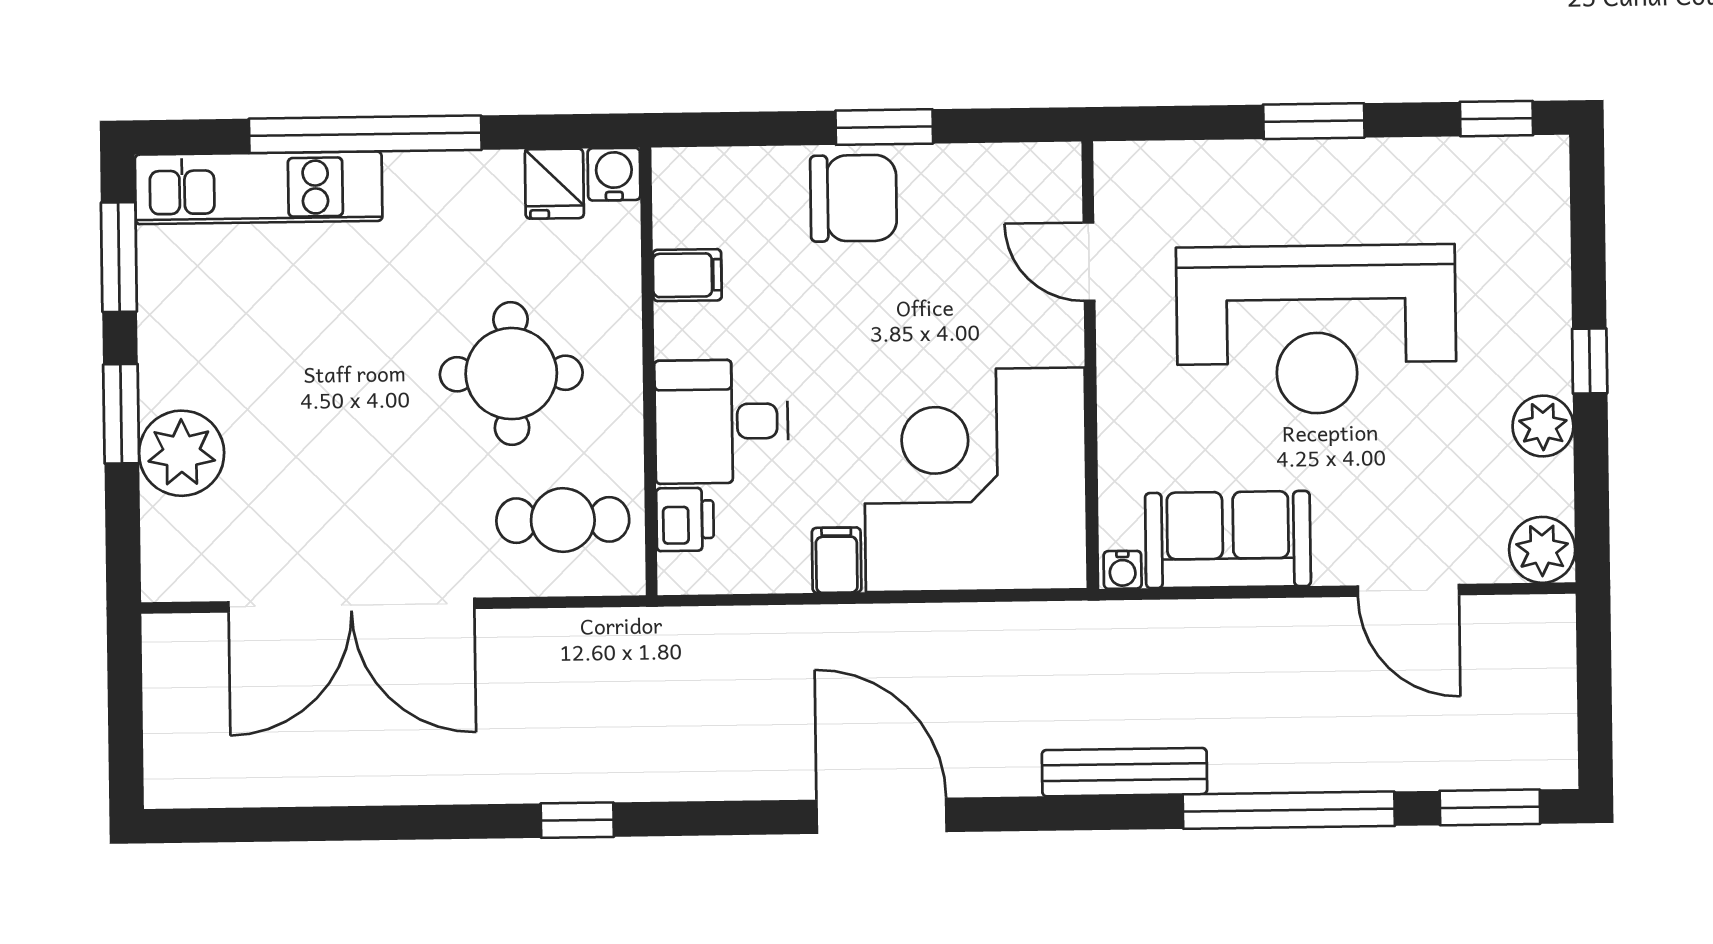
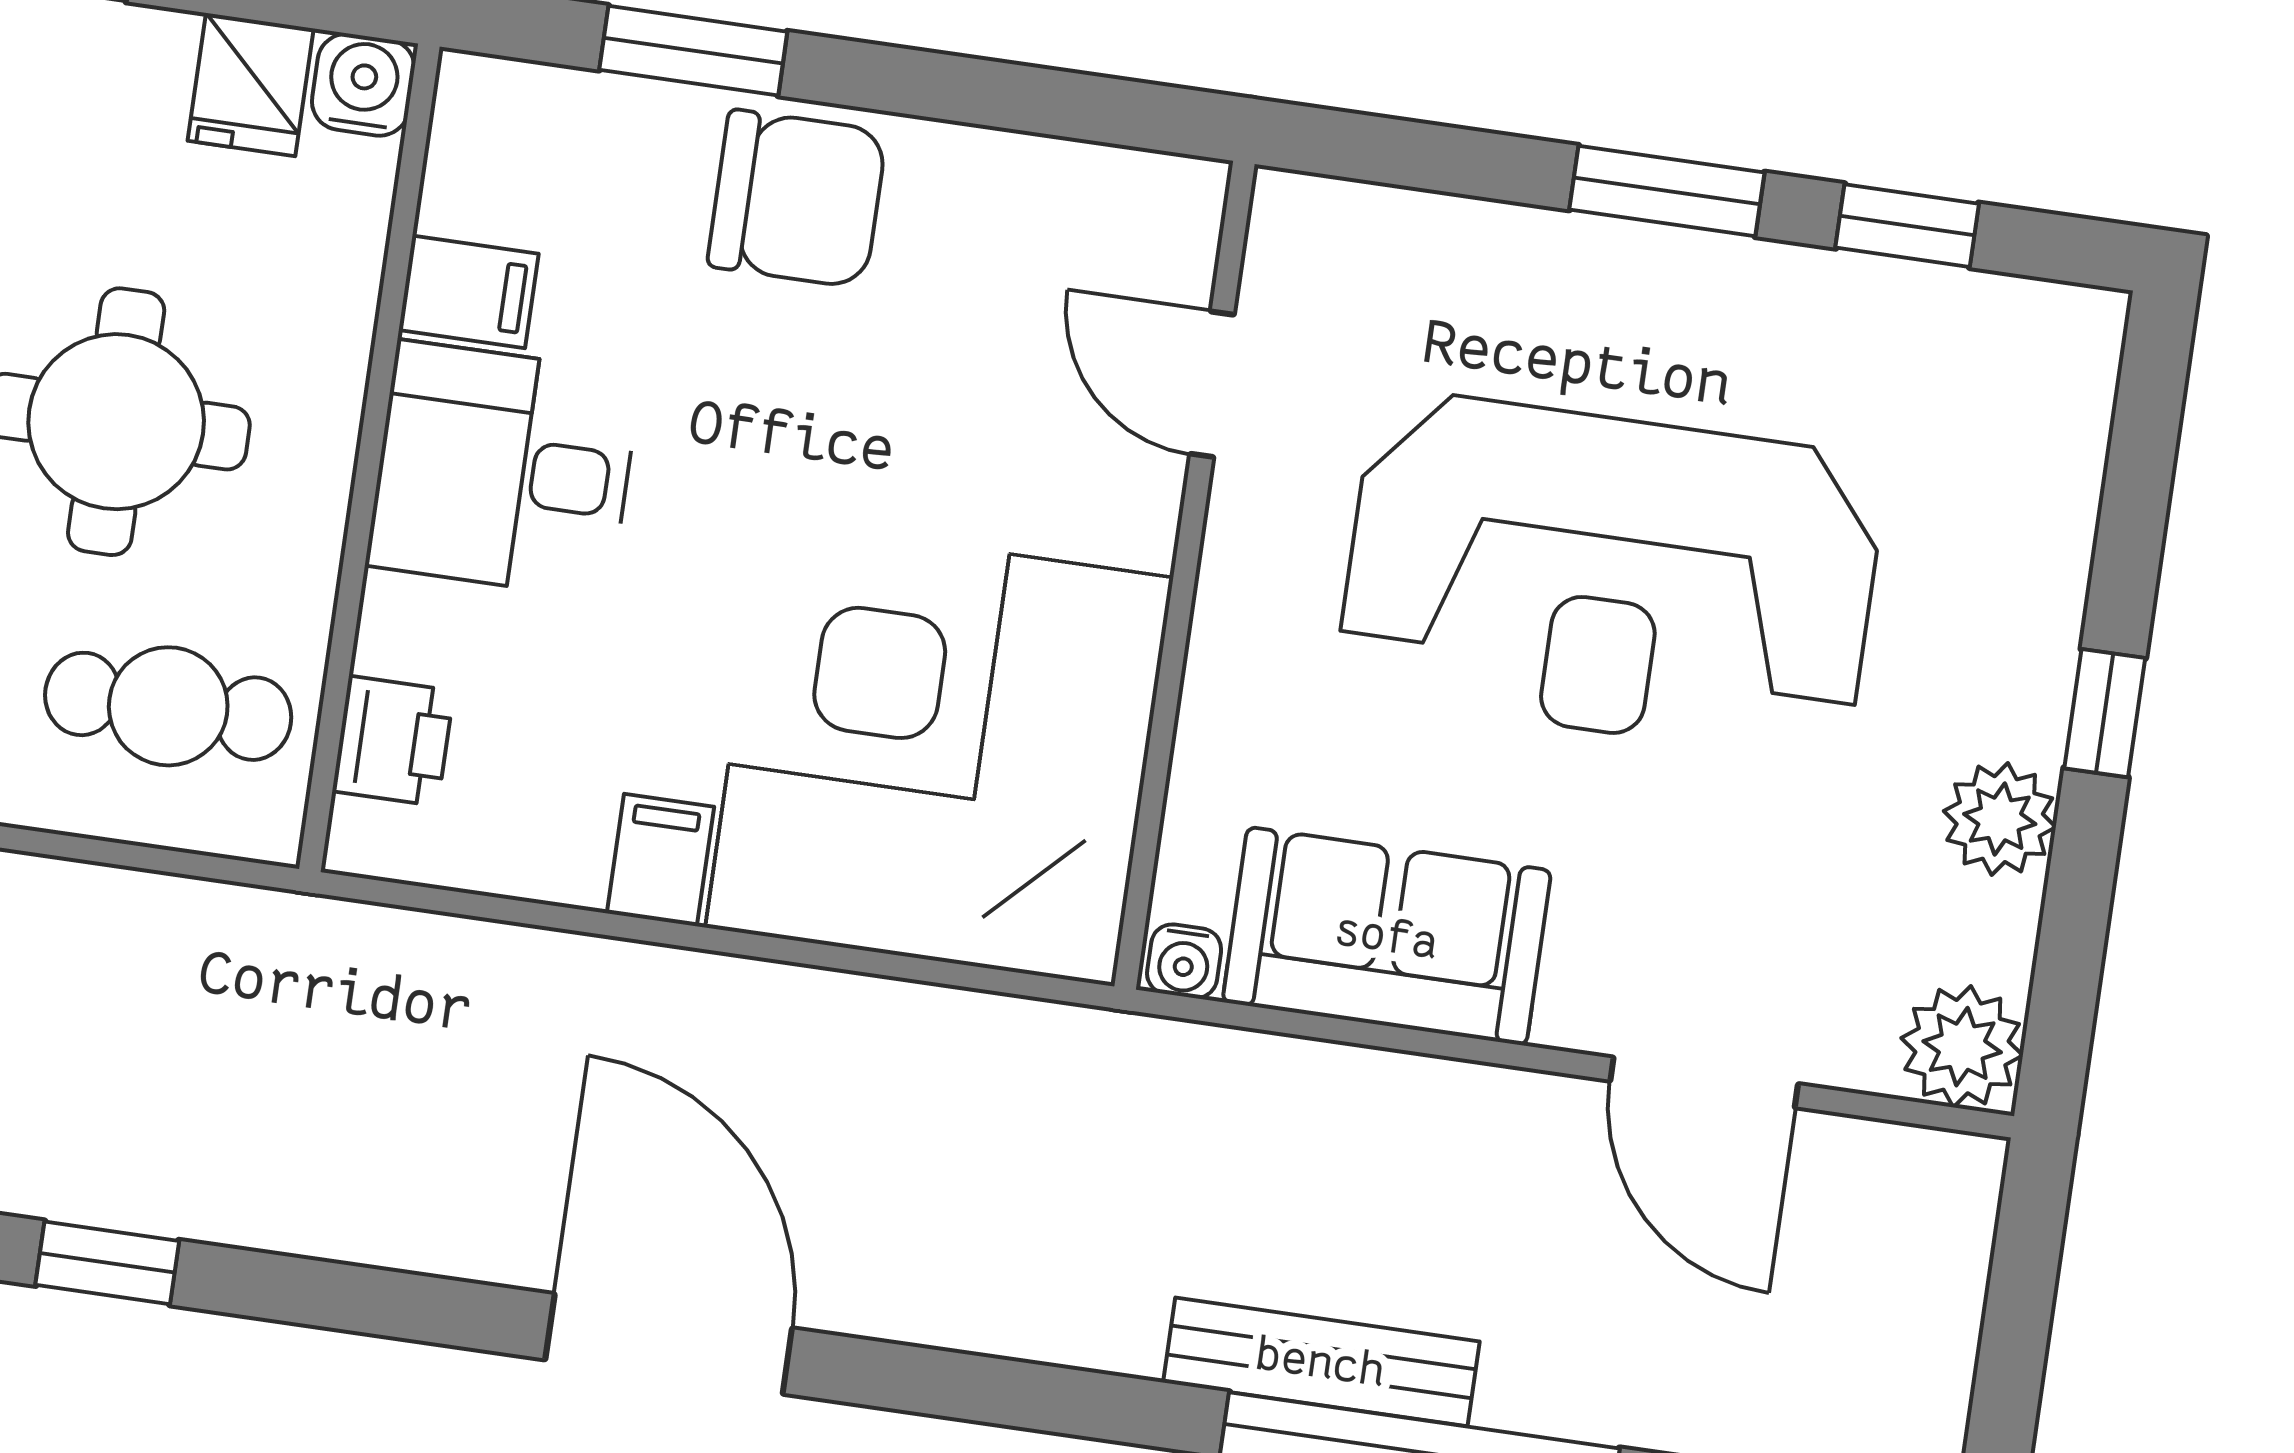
window: (1496, 119) -> (1907, 226), moved
window: (884, 127) -> (693, 51), moved
desk: (721, 421) -> (503, 470), moved
bench: (1124, 772) -> (1321, 1362), moved

